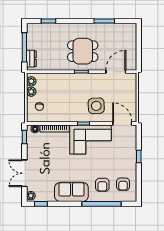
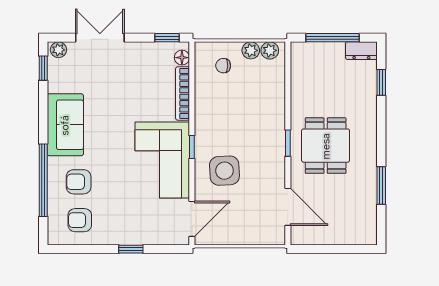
dresser: (31, 59) -> (361, 51), moved

